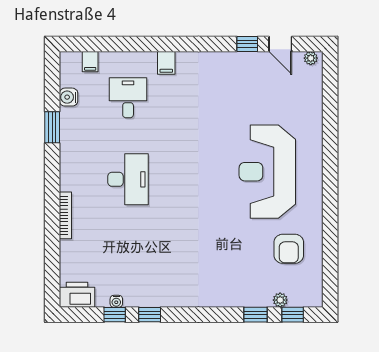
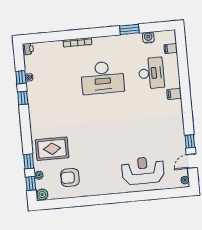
desk: (128, 98) -> (151, 73), width x1.37
reception desk: (267, 172) -> (143, 171), moved, width x0.74, depth x0.77
desk: (128, 179) -> (102, 78), width x1.36, depth x1.30
rug: (238, 274) -> (52, 149), added
printer: (77, 295) -> (28, 49), width x0.53, depth x0.68
plant: (313, 297) -> (42, 195), added

